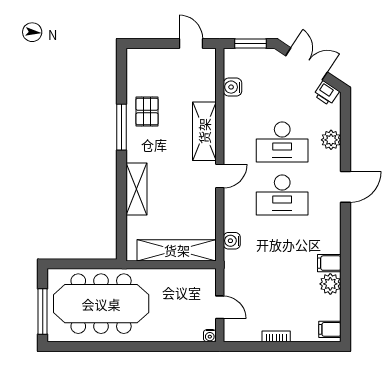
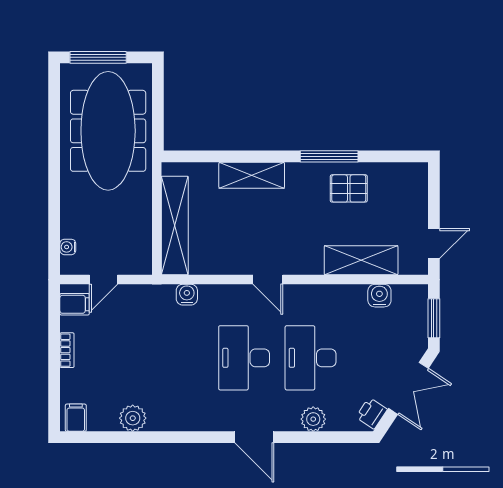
shelving: (204, 131) -> (361, 260), moved
filing cabinet: (329, 263) -> (75, 304), moved, turned 90
water cooler: (210, 336) -> (68, 247), moved

